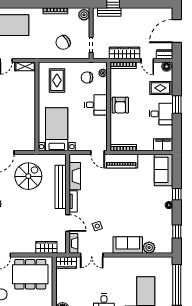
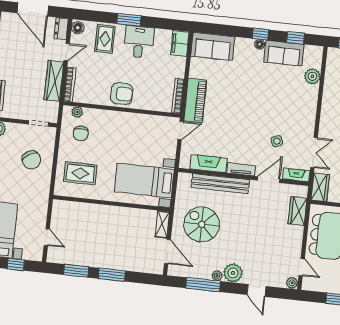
shelving: (25, 66) -> (162, 224), moved
desk: (96, 105) -> (118, 126), removed
window: (177, 194) -> (261, 34), moved
sofa: (128, 245) -> (284, 53), moved, turned -90

